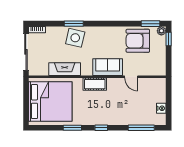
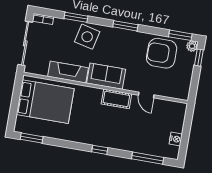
window: (74, 24) -> (76, 17), moved
window: (105, 24) -> (125, 26), added
sofa: (108, 67) -> (106, 76), moved
cot: (95, 84) -> (116, 99), moved
bed: (50, 102) -> (45, 102), width x0.73
window: (72, 128) -> (32, 138), moved

